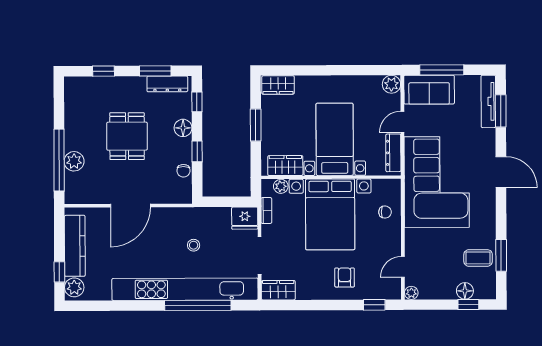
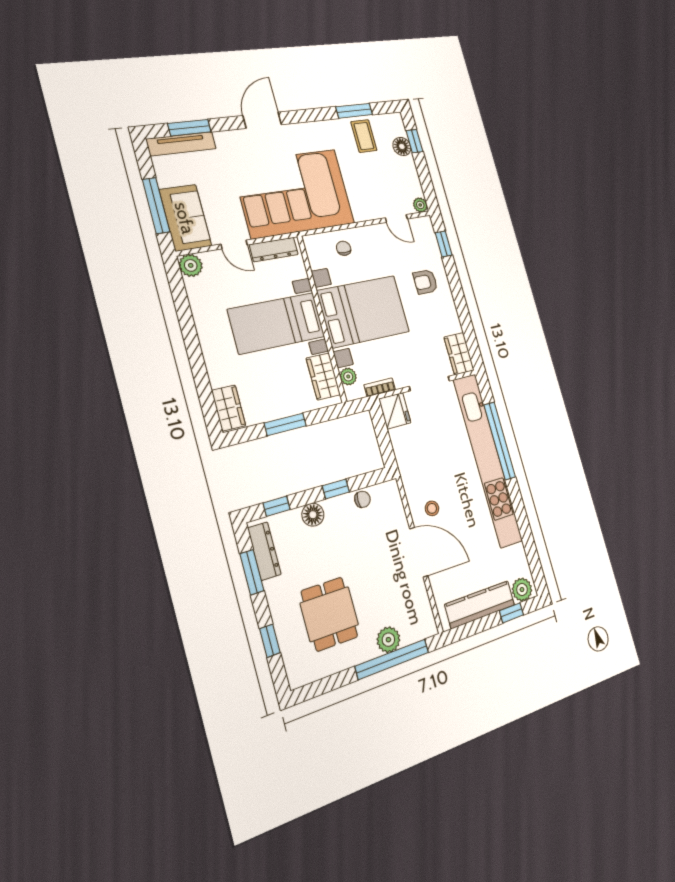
dining table: (127, 136) -> (329, 614), moved, turned 90
stool: (194, 245) -> (432, 508), moved

